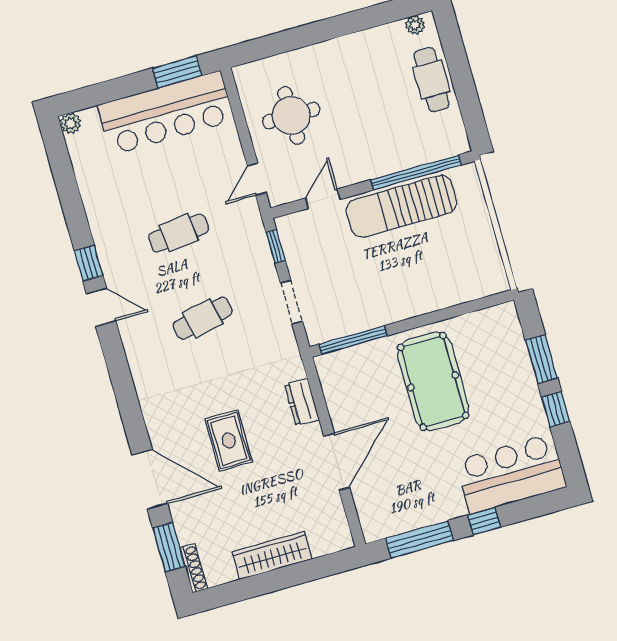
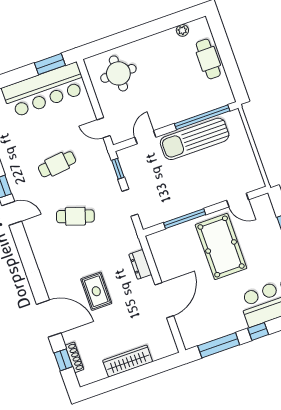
plant: (415, 25) -> (182, 30), moved
round table: (291, 115) -> (118, 73), moved
door: (257, 179) -> (103, 128), hinge flipped
door: (464, 309) -> (238, 200), added
cafe table: (203, 318) -> (75, 216), turned 30
window: (353, 340) -> (185, 219), moved
window: (169, 547) -> (63, 360), width x0.67
shoe rack: (194, 568) -> (74, 357), moved

